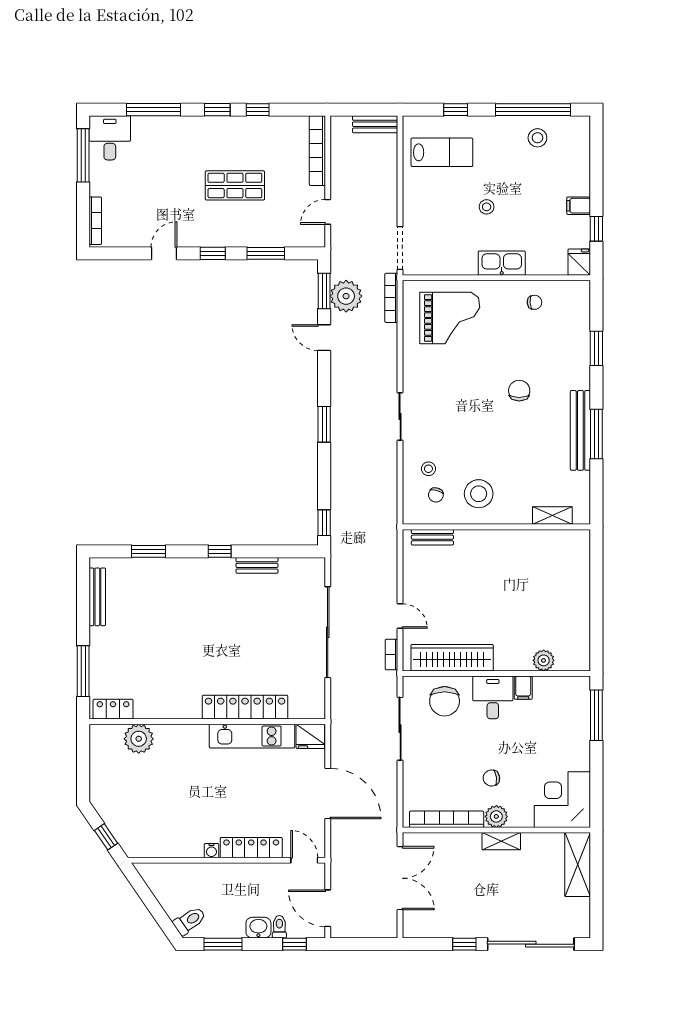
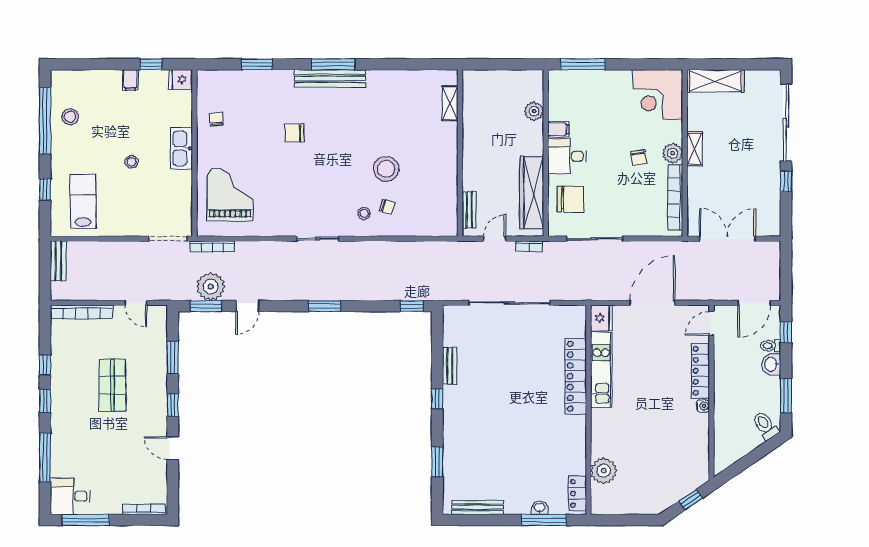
shelving: (552, 516) -> (450, 103), moved
wall: (496, 527) -> (460, 153), moved
bench: (432, 537) -> (469, 210), moved
washbasin: (97, 667) -> (540, 508), added

